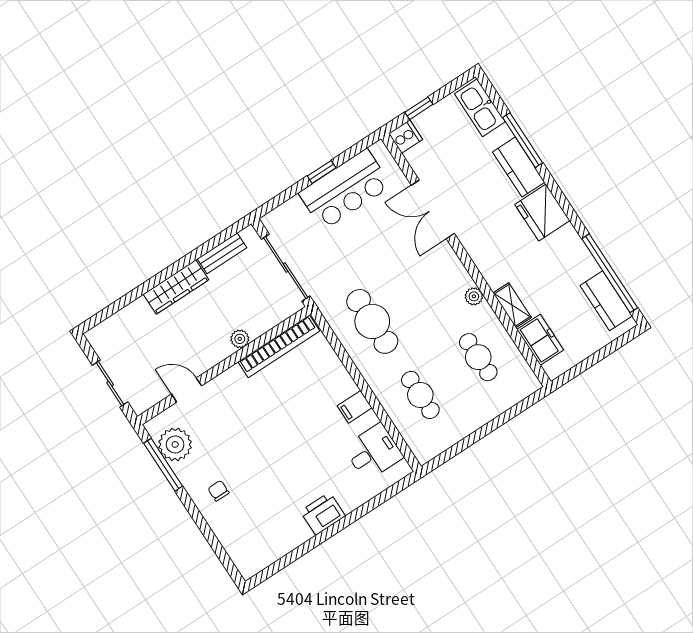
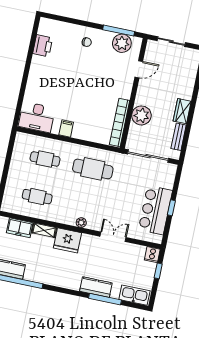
double door: (433, 209) -> (113, 237), width x0.73
fridge: (542, 213) -> (67, 240), moved, turned 180
wardrobe: (176, 287) -> (182, 111), width x0.67
plant: (474, 296) -> (81, 223), moved
plant: (240, 339) -> (141, 115), width x1.88, depth x1.88
desk: (373, 452) -> (37, 117), width x1.37
printer: (323, 514) -> (43, 46), moved

